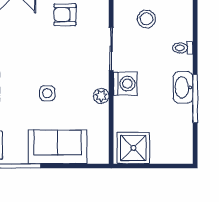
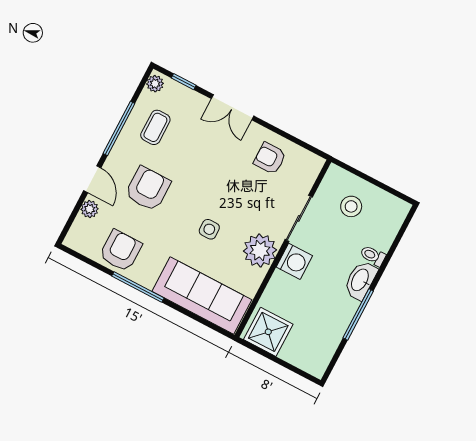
washbasin: (183, 87) -> (360, 280), moved
plant: (101, 96) -> (260, 250), width x1.88, depth x1.88
sofa: (58, 147) -> (202, 296), width x1.36

